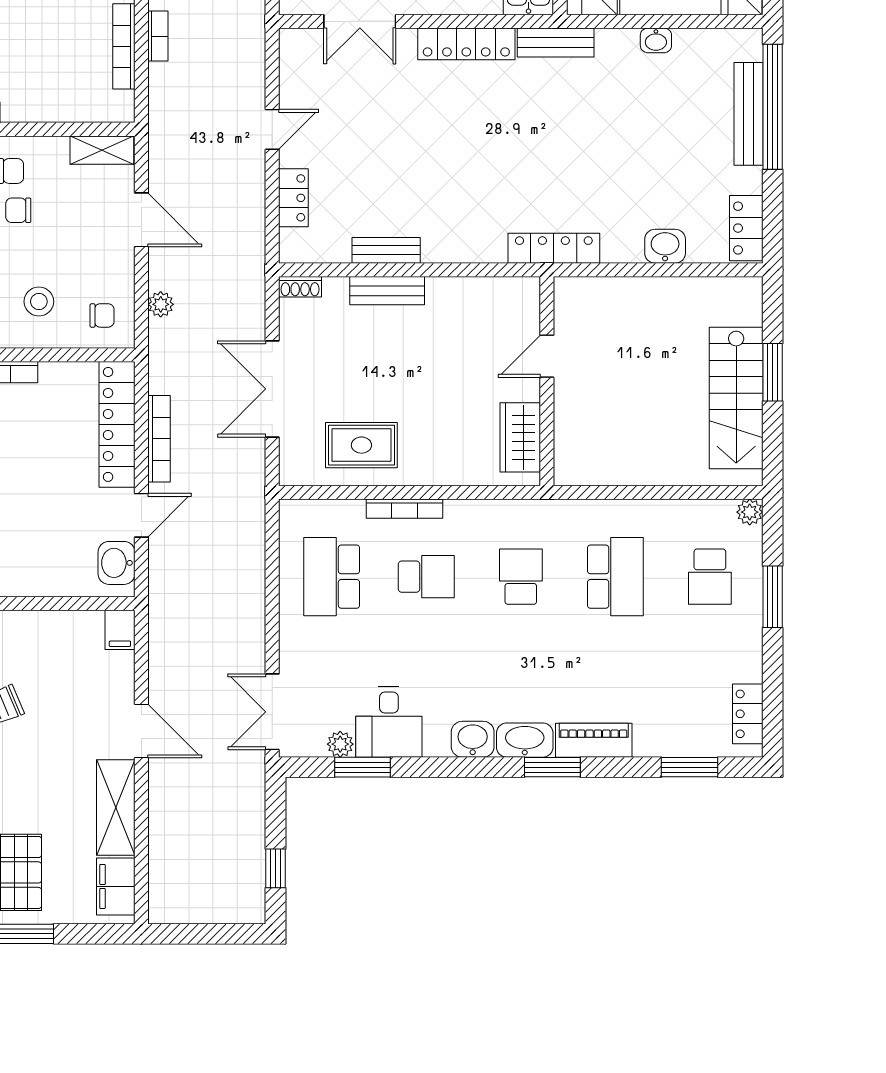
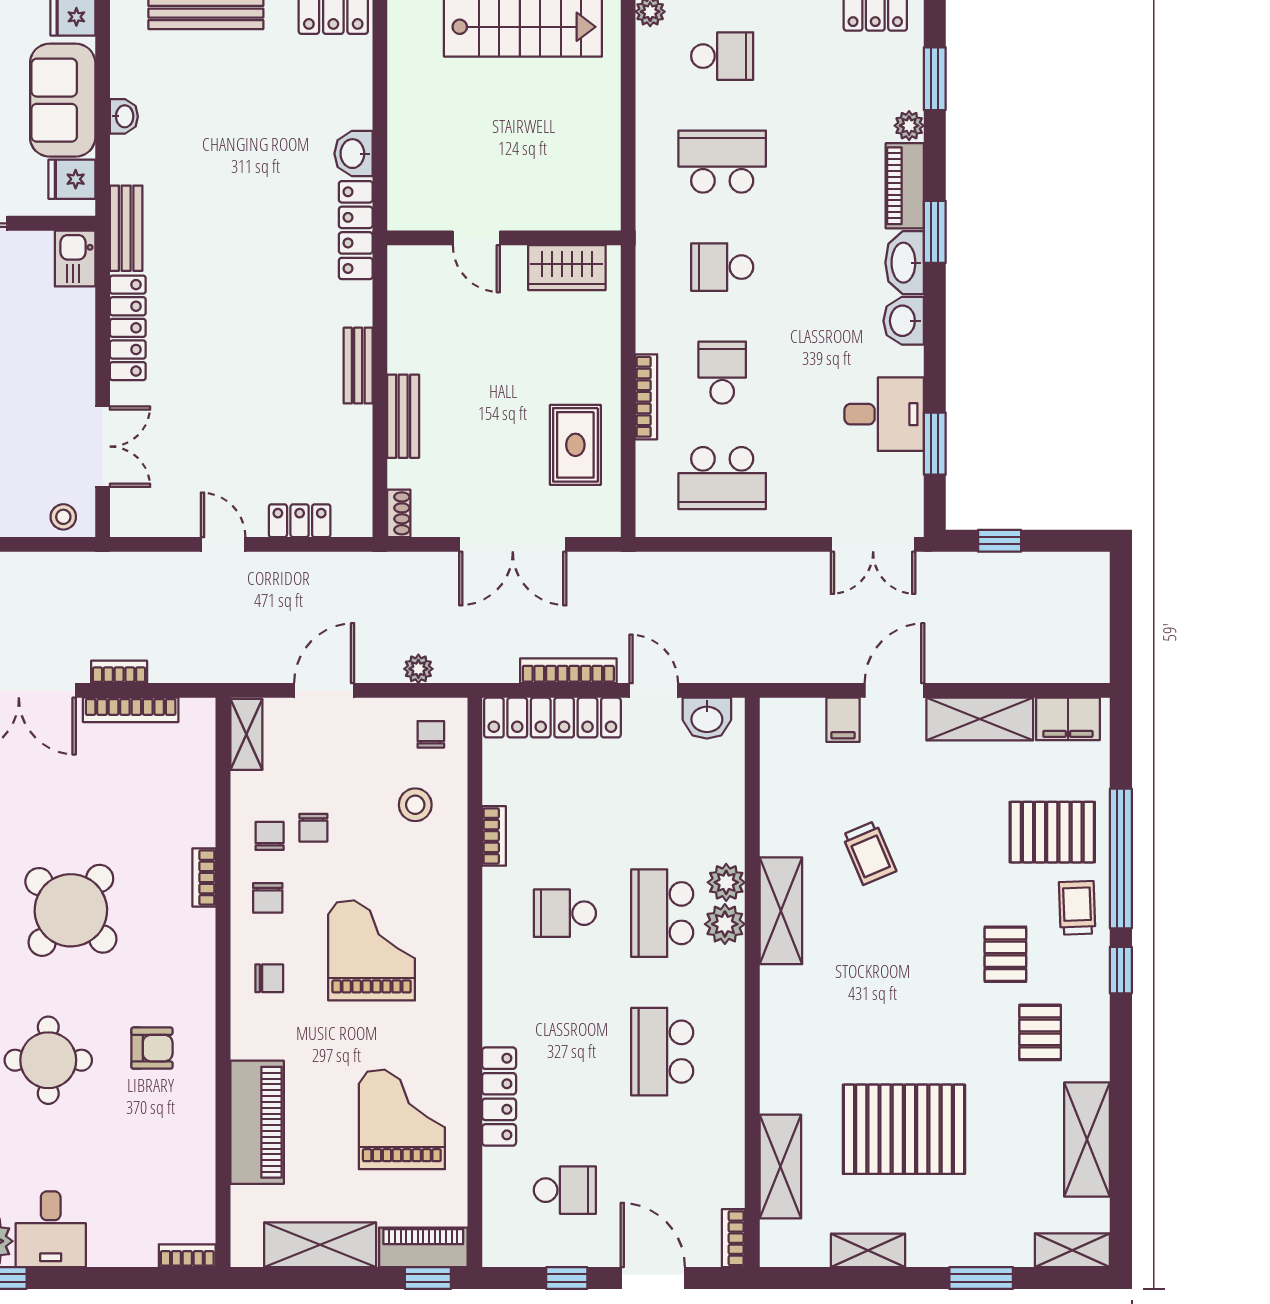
washbasin: (665, 246) -> (354, 154), moved
bench: (386, 250) -> (358, 366), moved
filing cabinet: (120, 630) -> (843, 720), moved, turned 90
plant: (340, 744) -> (909, 126), moved
window: (275, 868) -> (1000, 541), moved

